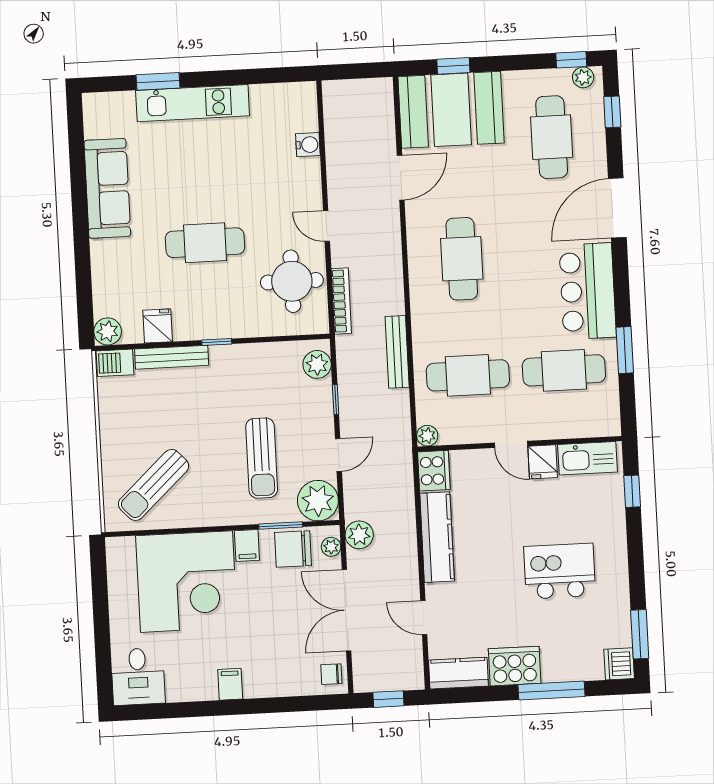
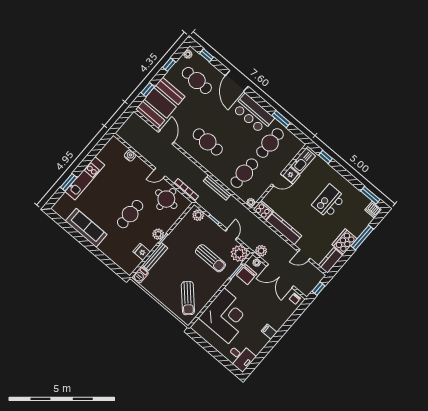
window: (571, 60) -> (169, 65), moved
plant: (108, 331) -> (158, 234), moved
filing cabinet: (247, 545) -> (232, 287), removed

